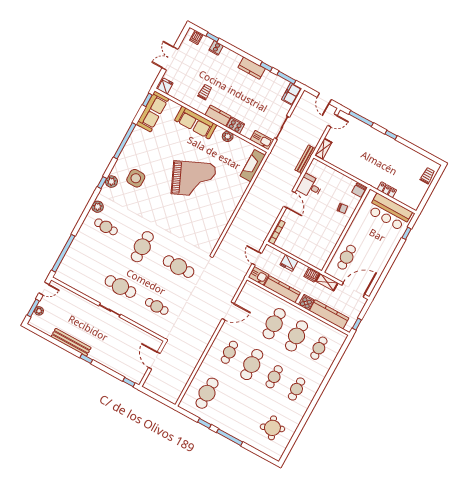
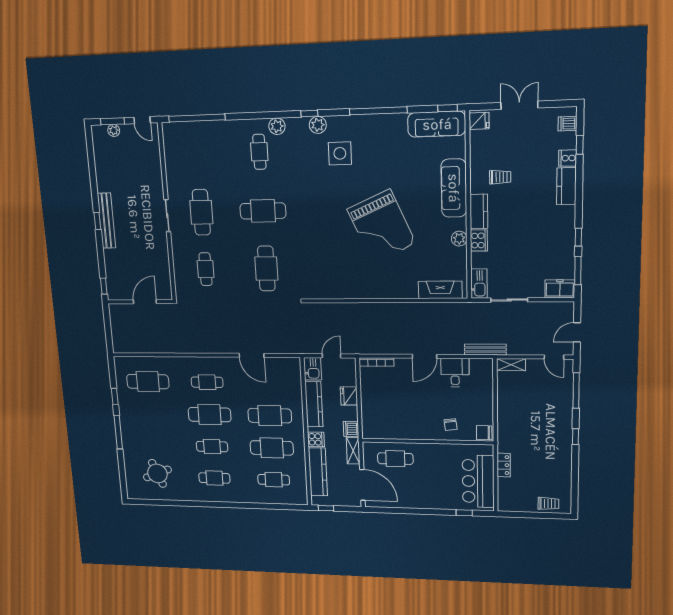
kitchen counter: (252, 68) -> (566, 186), moved
bench: (71, 342) -> (106, 221), moved

